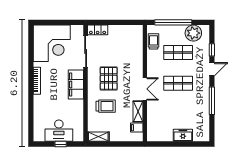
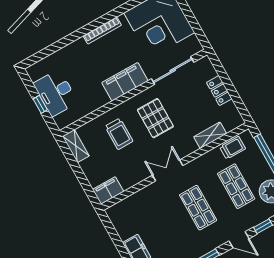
locker: (98, 30) -> (219, 91), moved
pallet: (109, 78) -> (155, 118), turned 90
double door: (145, 89) -> (168, 170), swing flipped
shelving: (138, 112) -> (210, 135), moved
filing cabinet: (137, 128) -> (108, 190), width x2.00

